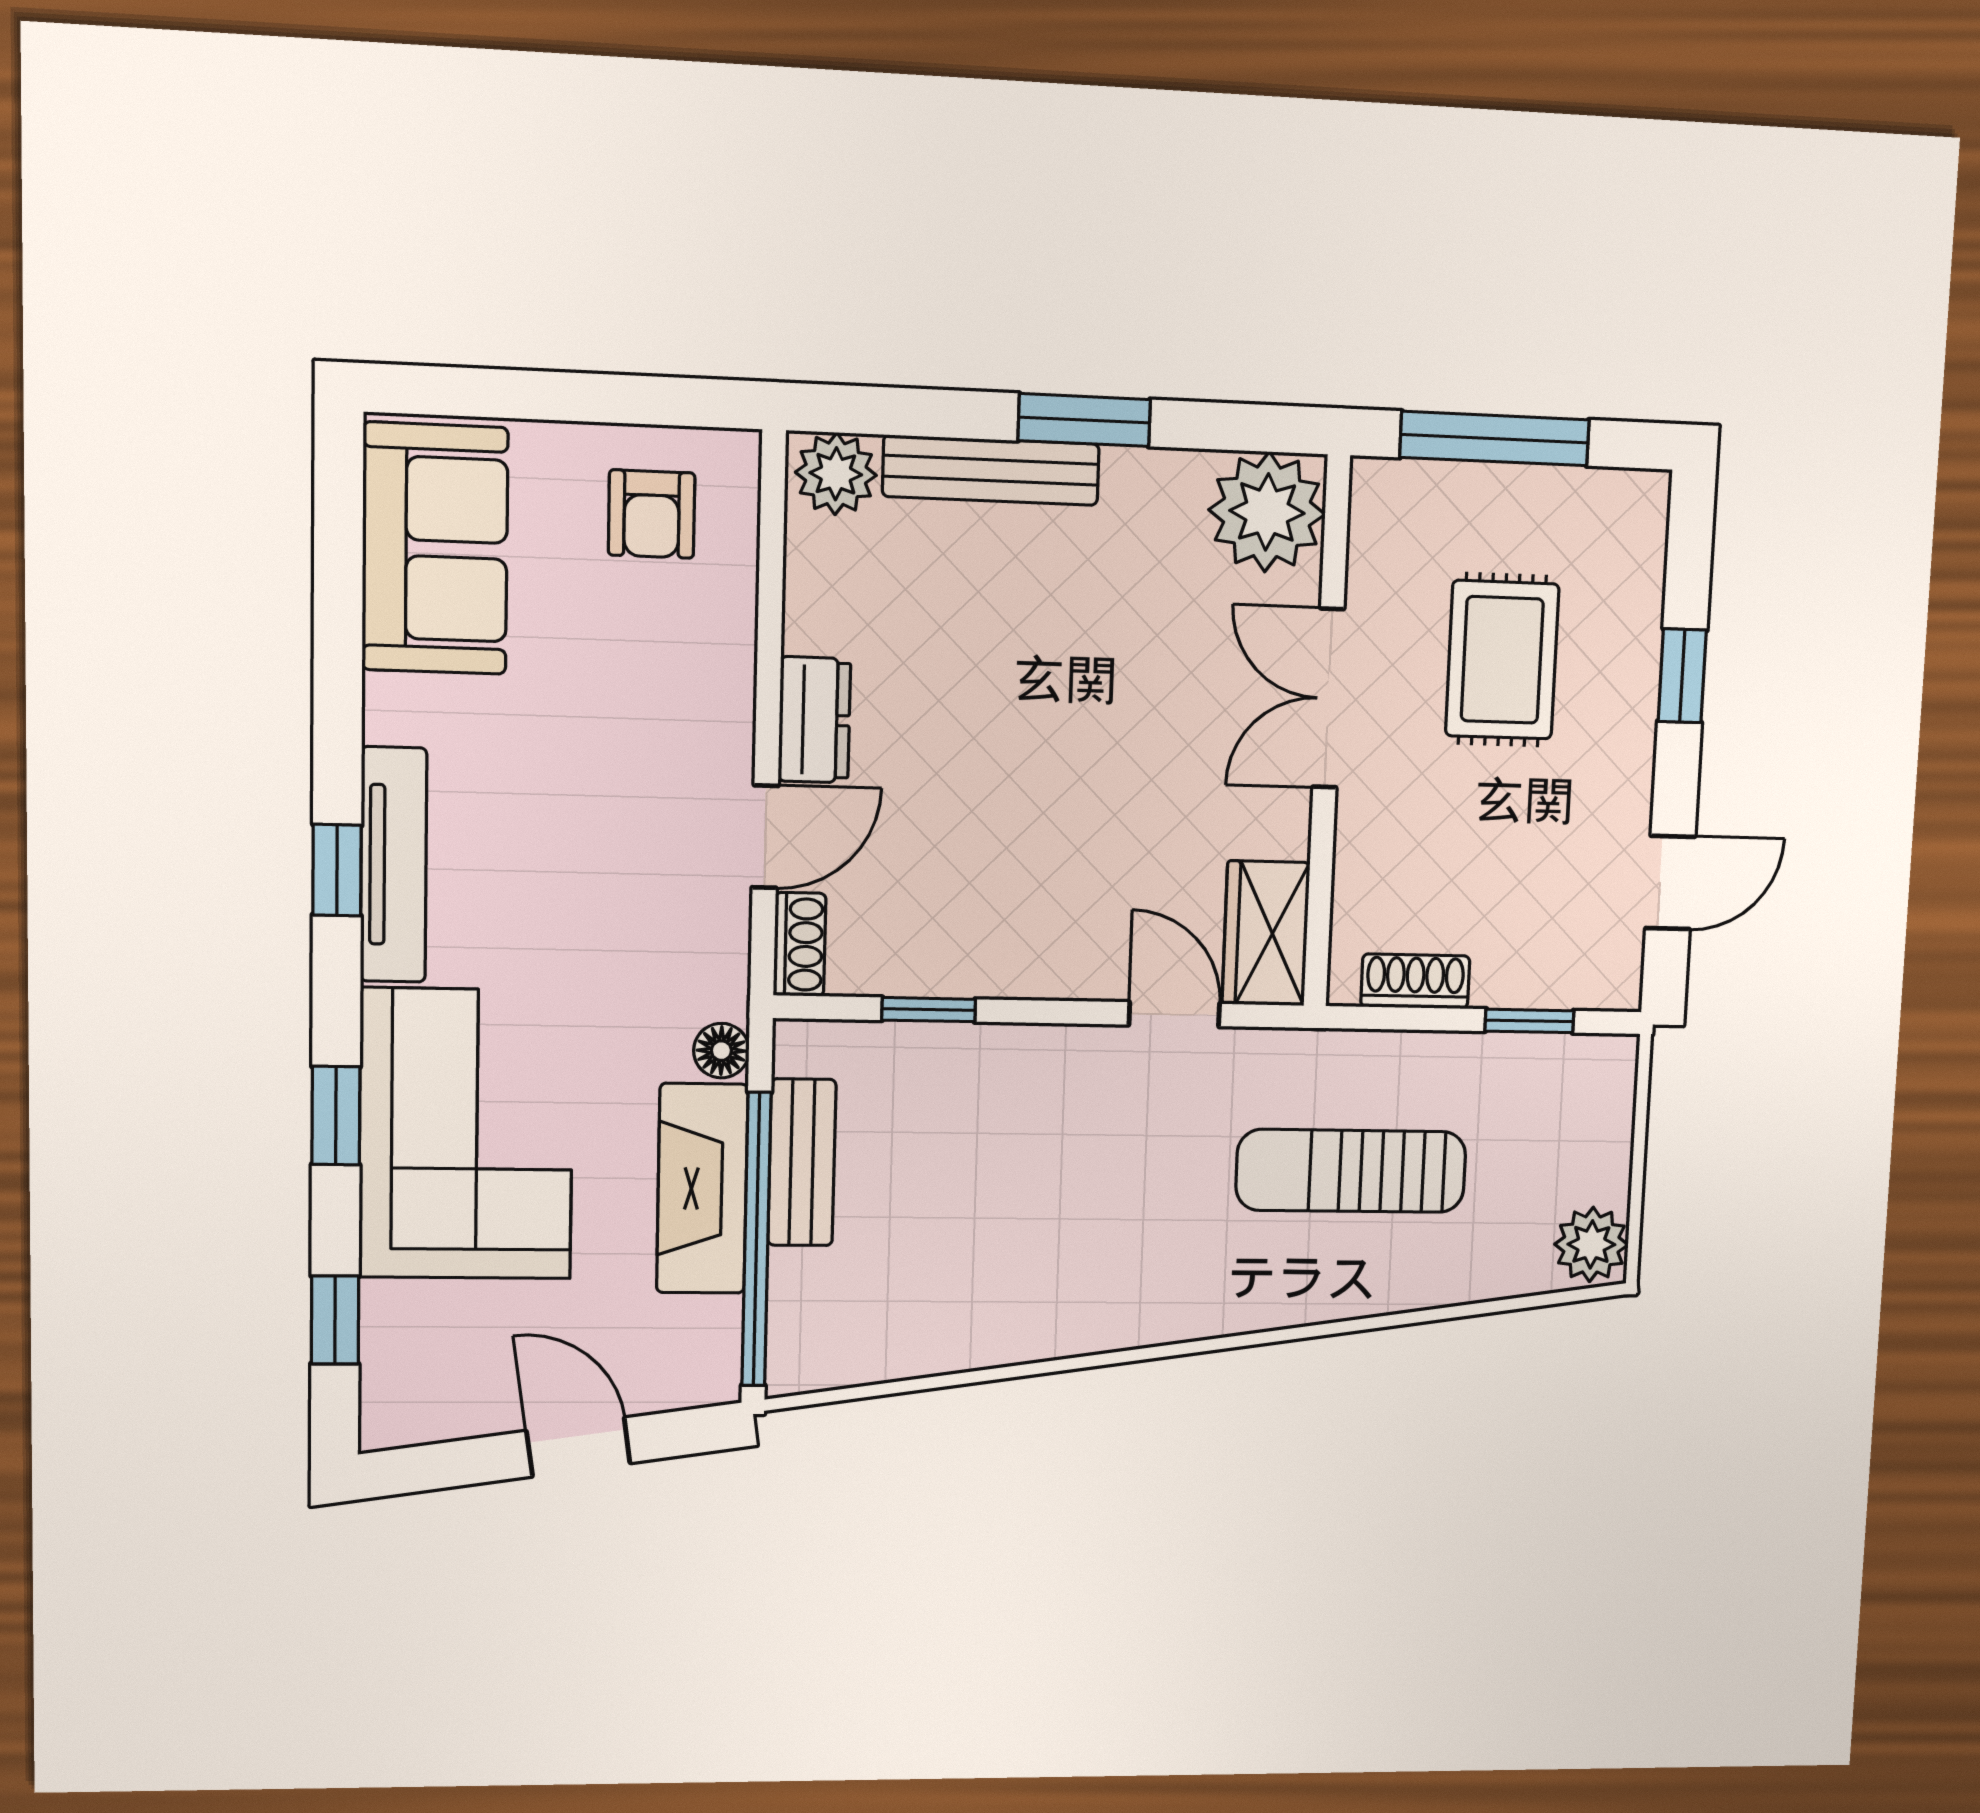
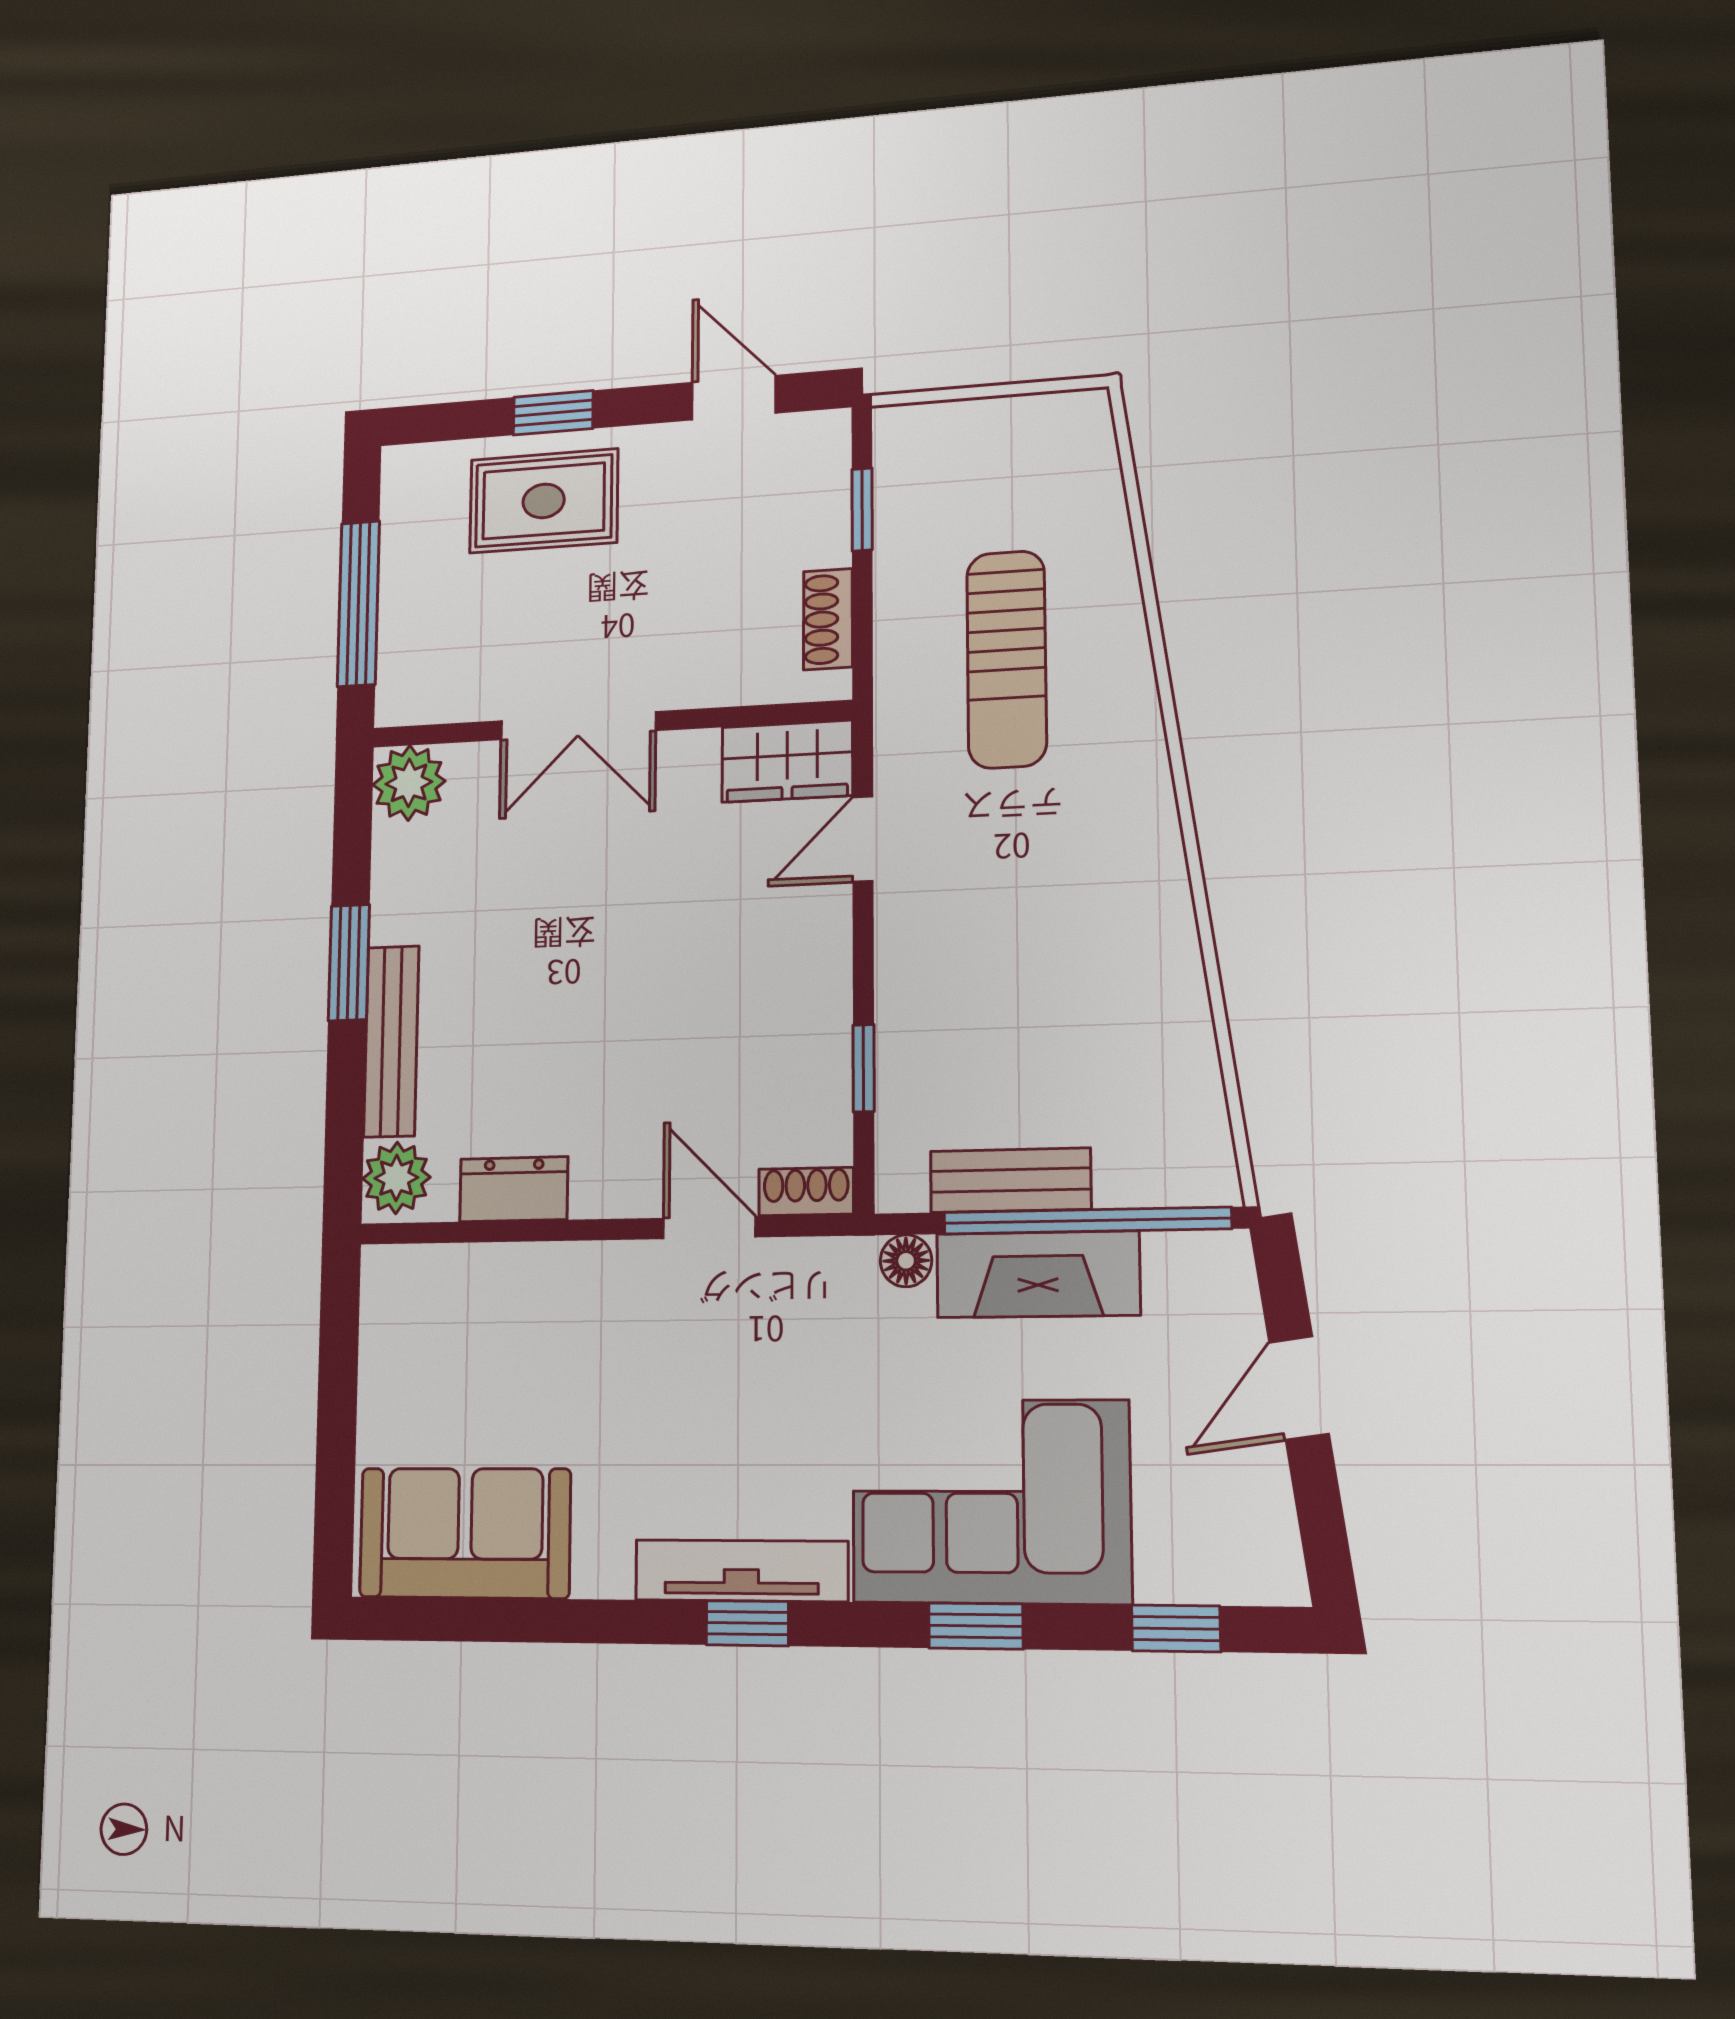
plant: (1267, 512) -> (409, 783), width x0.73, depth x0.73
armchair: (652, 514) -> (433, 1340), removed
rug: (1502, 660) -> (544, 501), moved
dresser: (814, 720) -> (514, 1189), moved
plant: (1591, 1244) -> (1072, 424), removed

